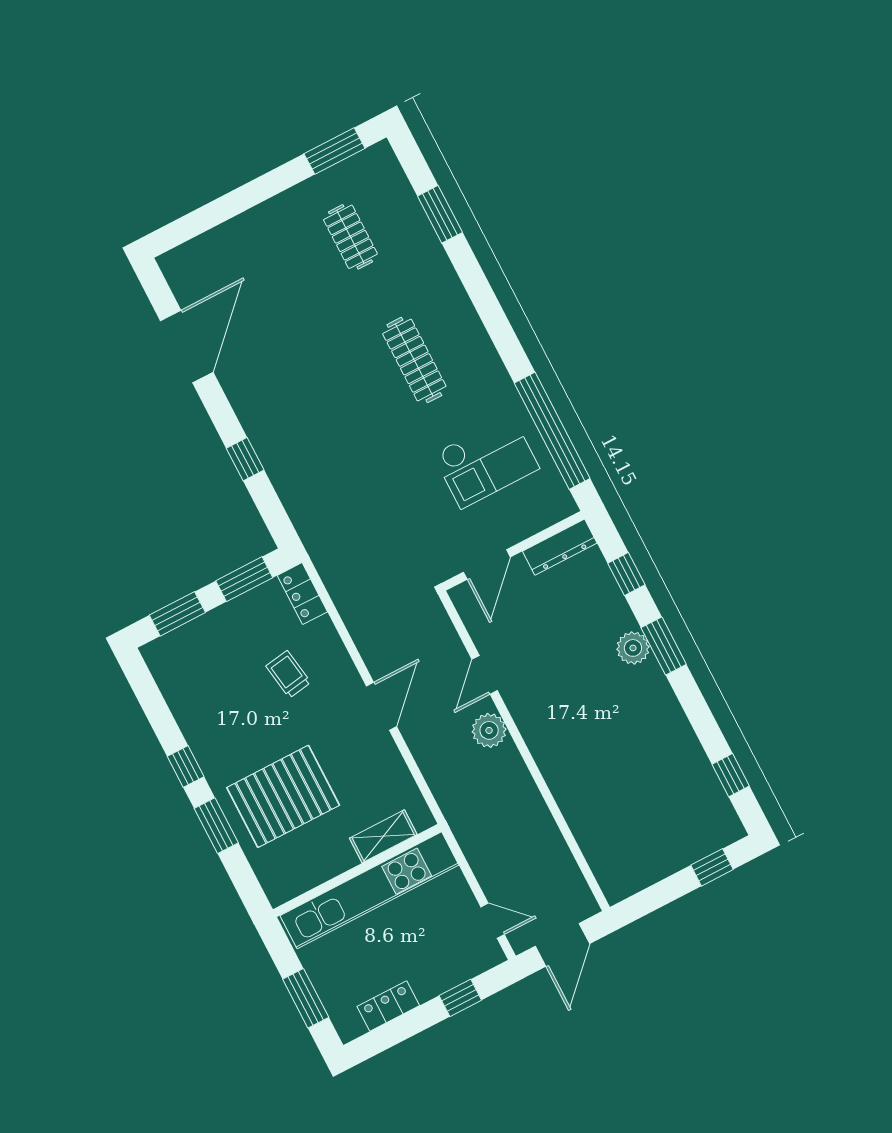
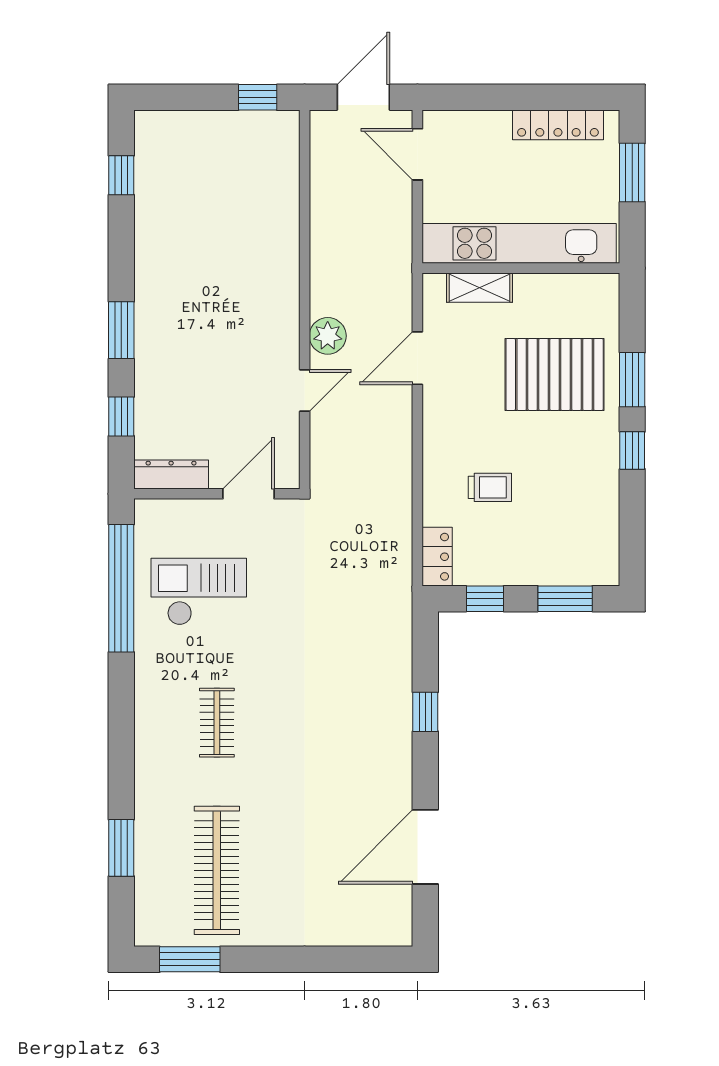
clothes rail: (350, 237) -> (217, 870), width x1.86, depth x1.31
clothes rail: (414, 360) -> (217, 723), width x0.73
window: (244, 579) -> (485, 599), width x0.67
plant: (633, 648) -> (151, 343), removed
trolley: (288, 674) -> (490, 487), turned -81
door: (382, 706) -> (417, 358), moved
window: (712, 867) -> (258, 97), moved
door: (493, 921) -> (417, 154), width x1.37
window: (460, 998) -> (486, 97), removed
locker: (388, 1006) -> (558, 125), width x1.53

